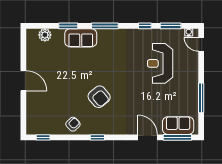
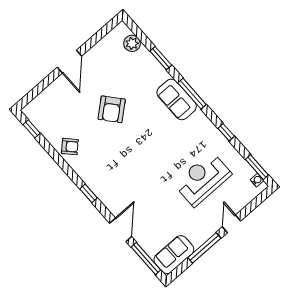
window: (171, 26) -> (257, 167), moved
sofa: (81, 38) -> (177, 99), moved
door: (201, 44) -> (232, 224), moved
armchair: (99, 97) -> (112, 109), moved
sofa: (178, 126) -> (174, 255), moved, turned -90
window: (97, 137) -> (88, 193), moved

